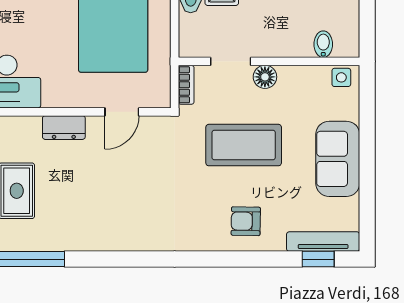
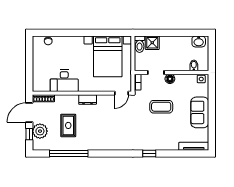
door: (122, 112) -> (121, 93), moved
coffee table: (244, 145) -> (161, 107), width x0.73, depth x0.76
armchair: (246, 221) -> (162, 138), removed
window: (318, 259) -> (149, 153), moved

